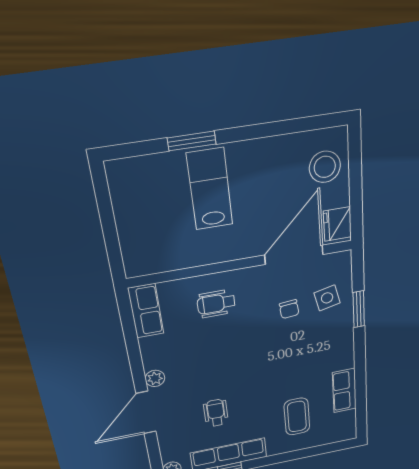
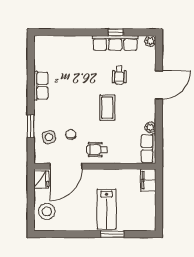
filing cabinet: (136, 257) -> (148, 180), added
wheelchair: (216, 304) -> (97, 150), moved, turned 180
plant: (155, 378) -> (150, 127), moved
row of seats: (344, 391) -> (41, 86), moved
coffee table: (297, 417) -> (107, 108), moved

